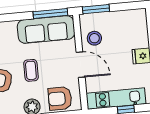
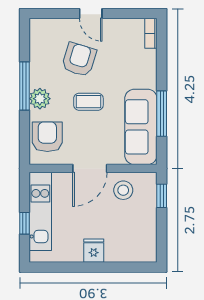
window: (96, 9) -> (162, 196), width x0.67
window: (50, 13) -> (162, 114), moved

